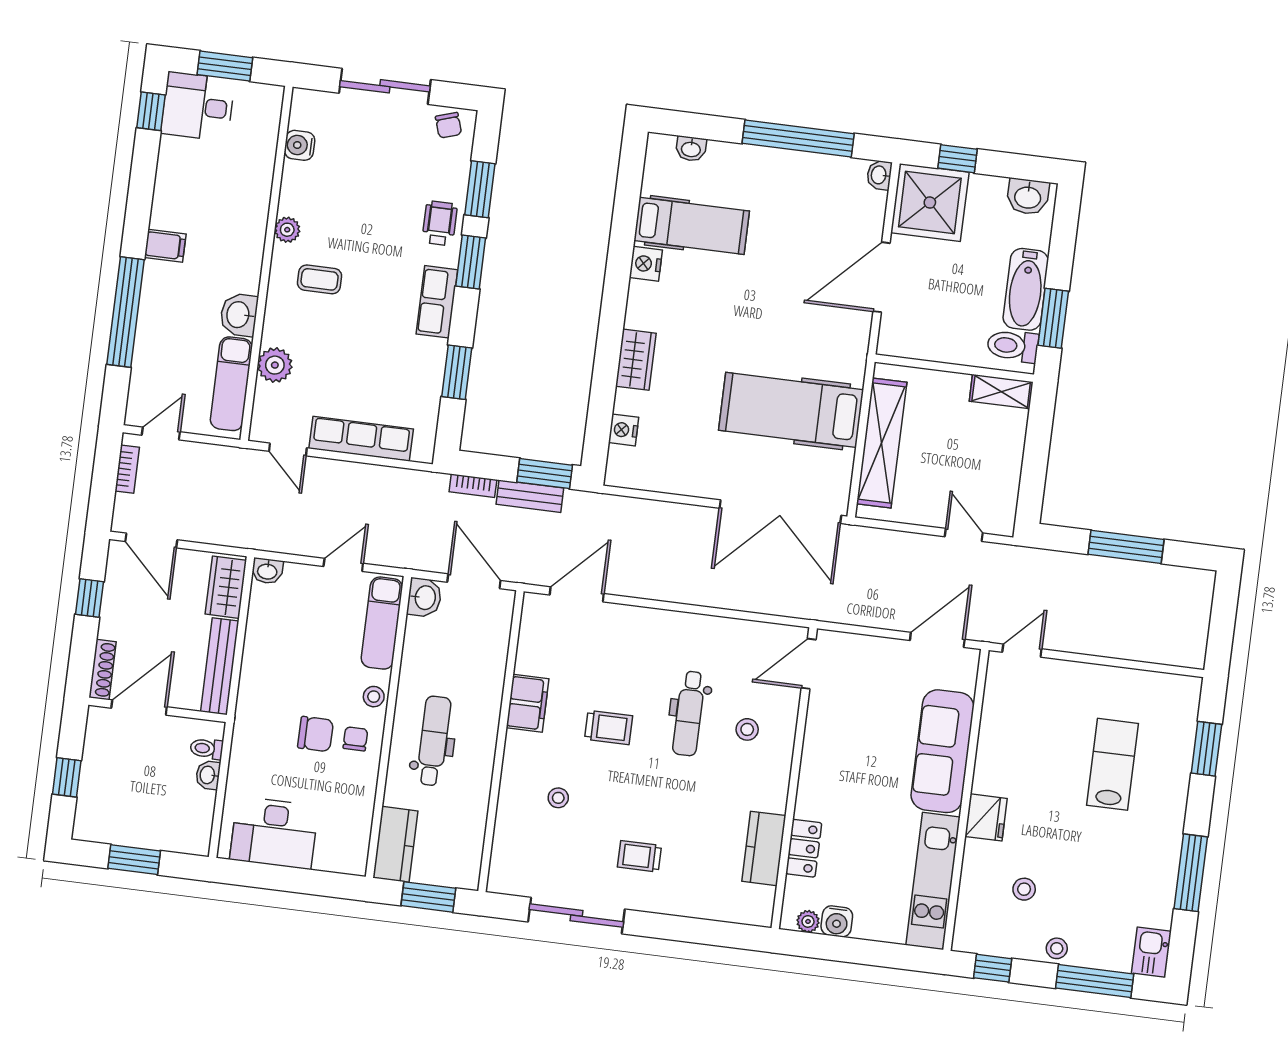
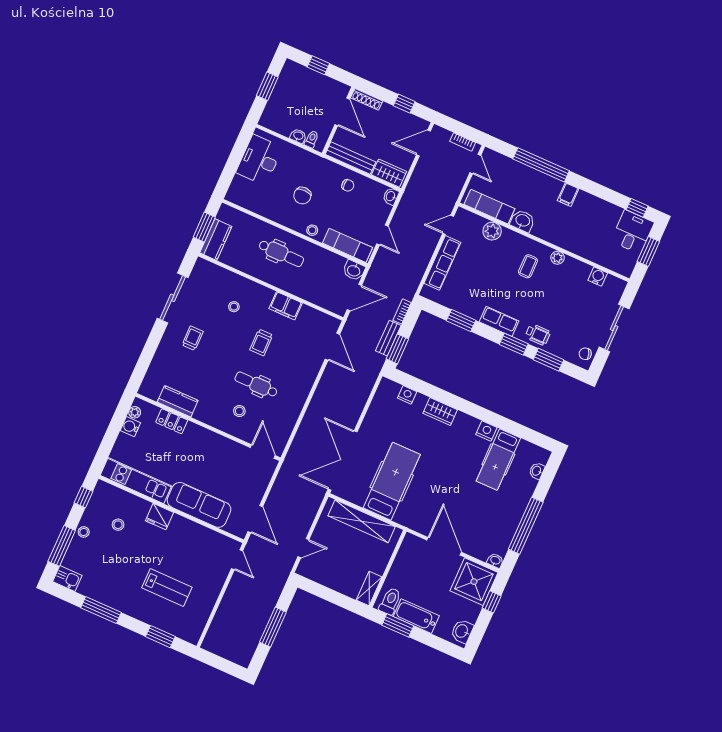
chair: (355, 739) -> (348, 185), moved
kitchen counter: (395, 844) -> (216, 240), moved, turned -90

